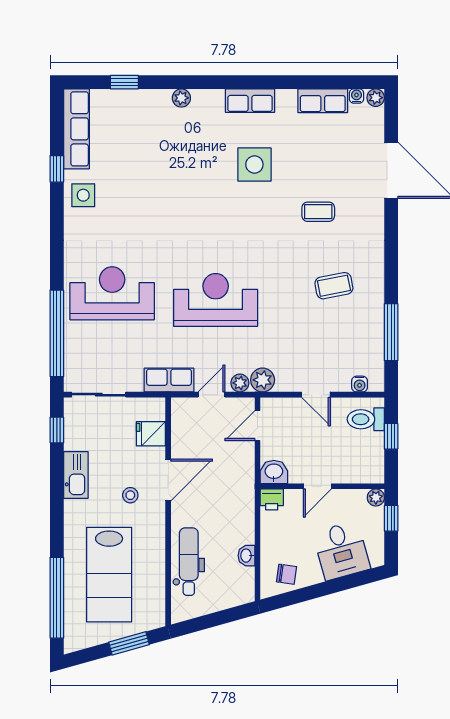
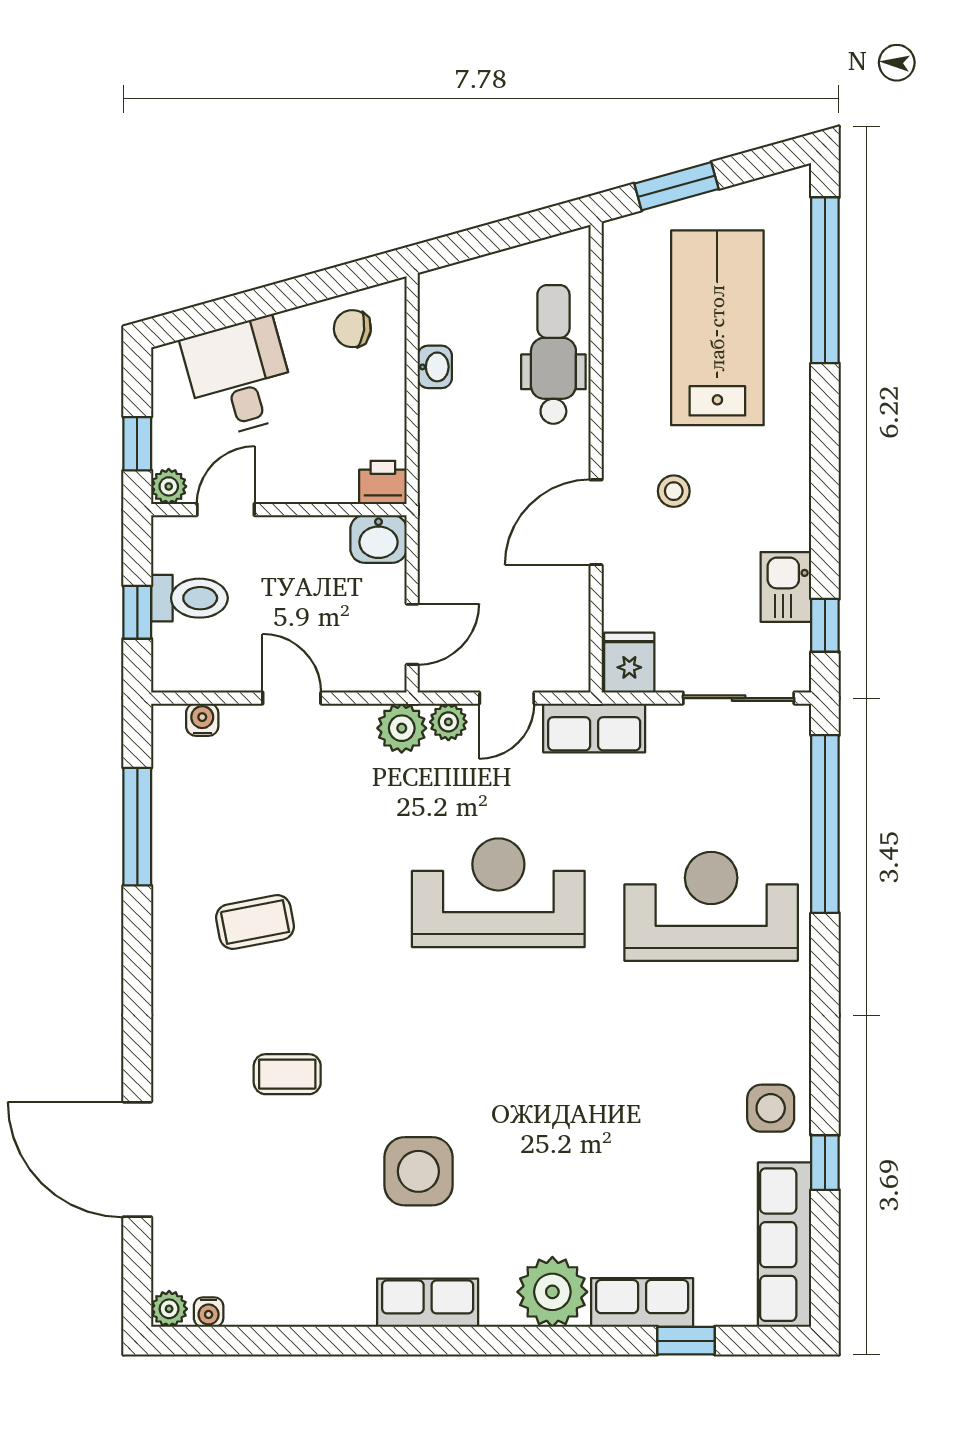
plant: (181, 98) -> (552, 1292), width x1.88, depth x1.88
row of seats: (323, 101) -> (642, 1302), moved
reception desk: (112, 293) -> (711, 906), turned 180
reception desk: (216, 300) -> (498, 893), turned 180
toilet: (366, 419) -> (189, 598), moved
fridge: (151, 434) -> (629, 663), moved, turned -90
kitchen sink: (76, 475) -> (786, 587), moved, width x0.73
door: (317, 486) -> (226, 510), moved
dental chair: (189, 562) -> (553, 354), turned 180

